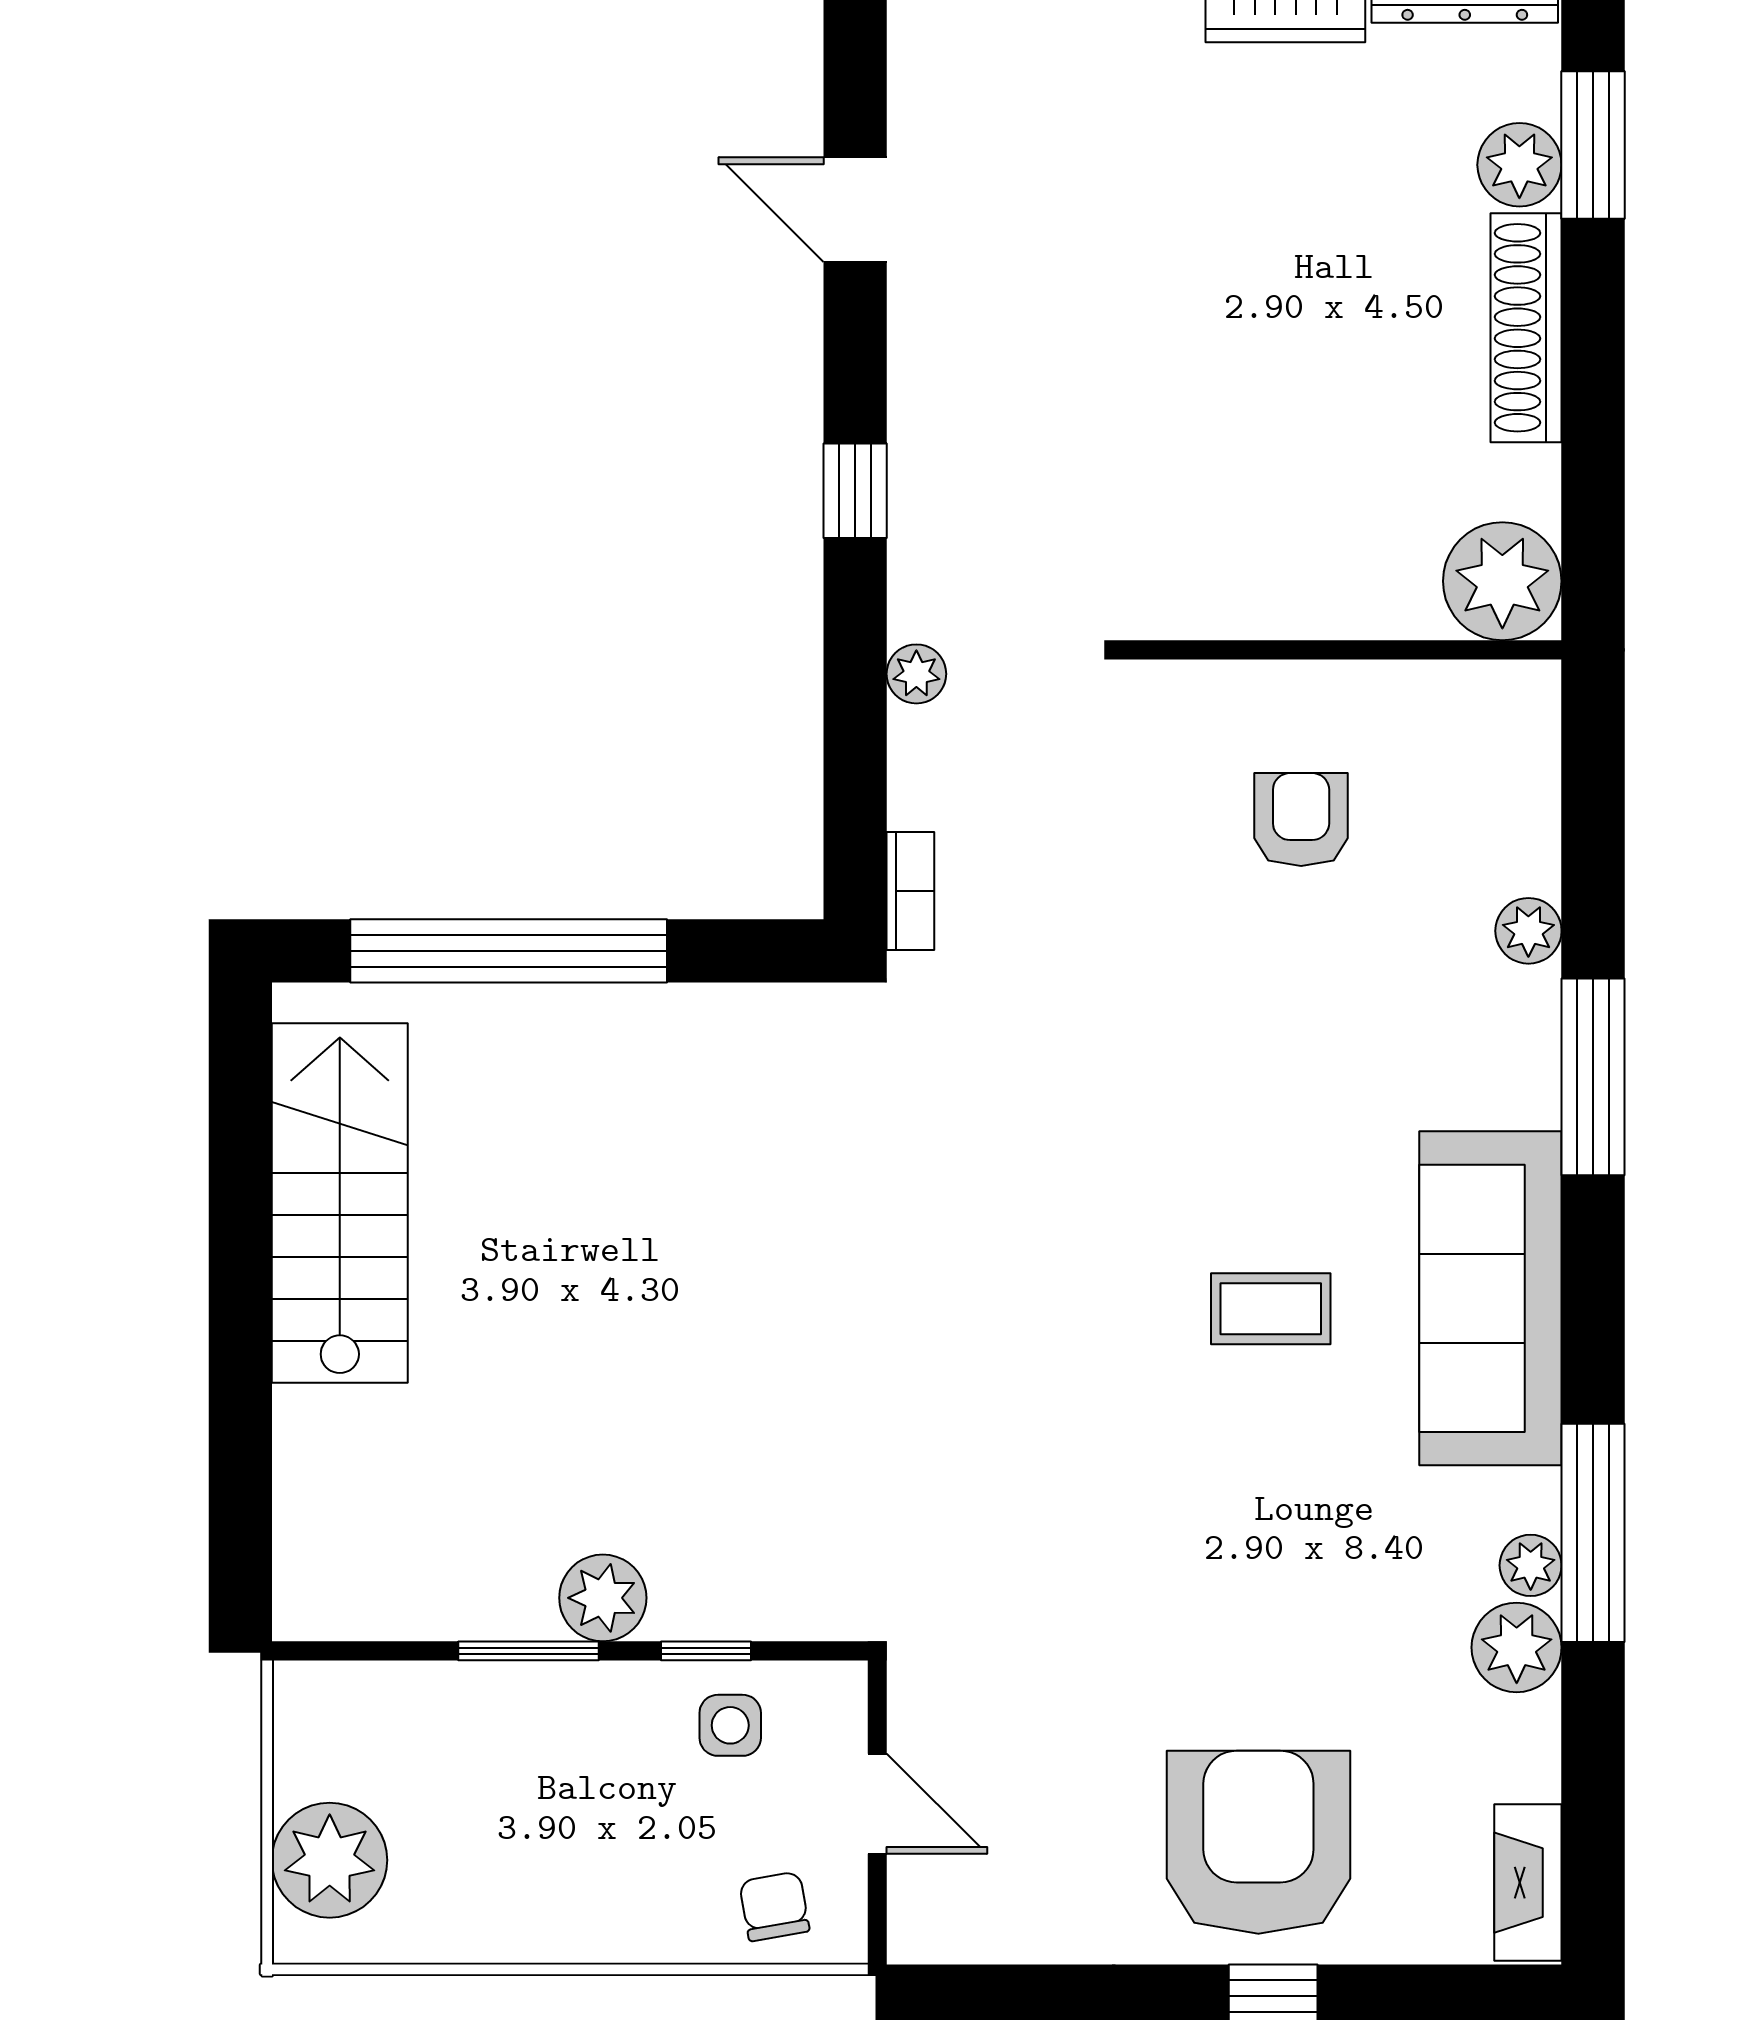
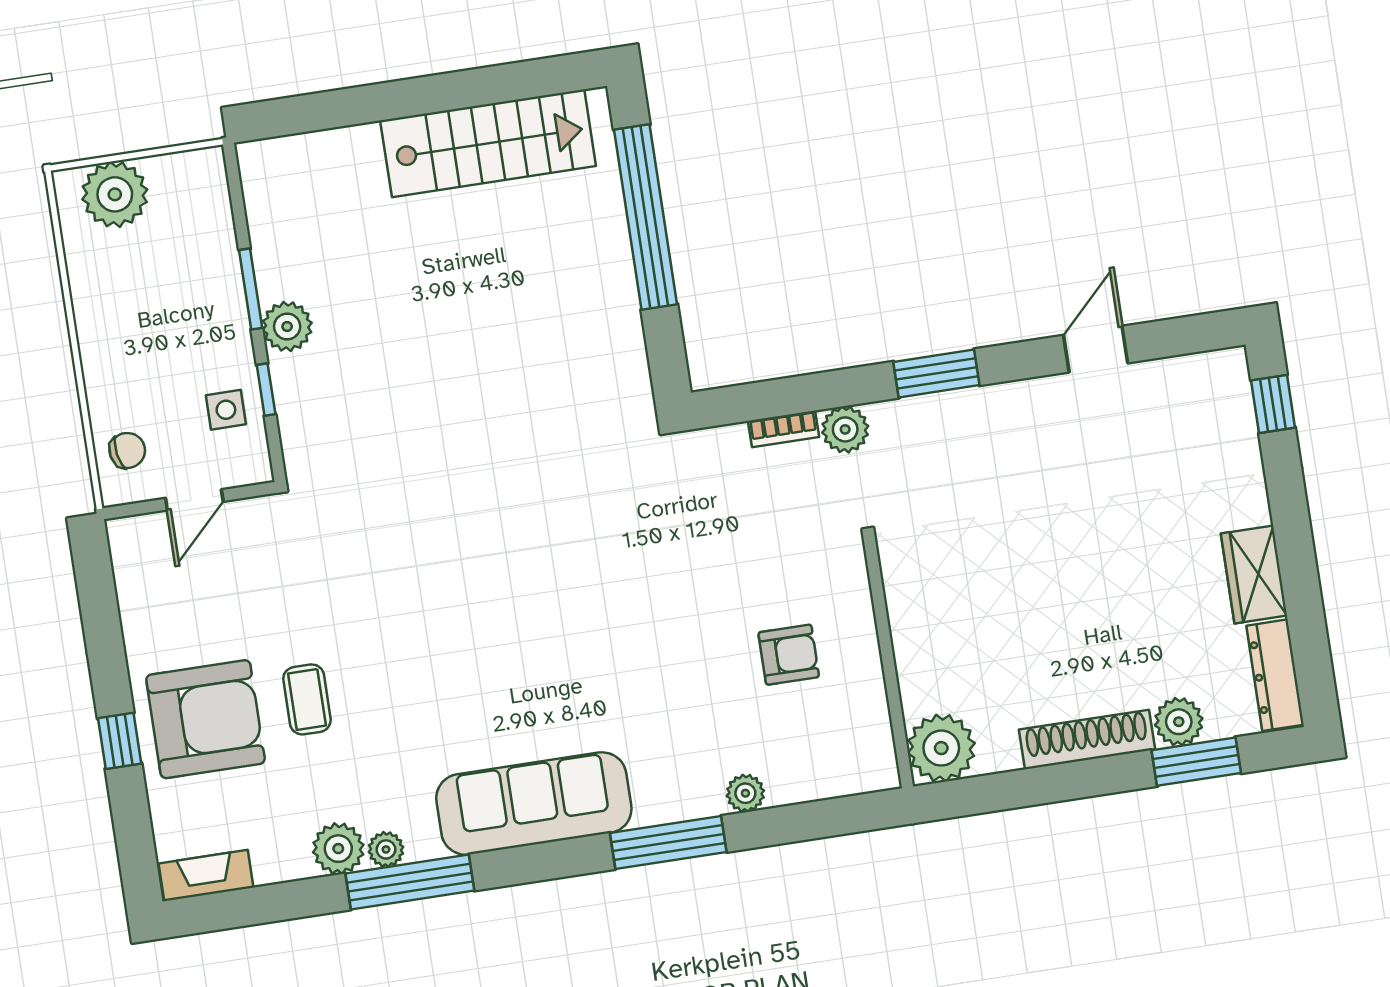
window: (855, 491) -> (936, 374), width x1.50
plant: (916, 674) -> (845, 429), width x1.38, depth x1.38
bookcase: (910, 891) -> (784, 429), moved
coffee table: (1271, 1309) -> (307, 699), moved

